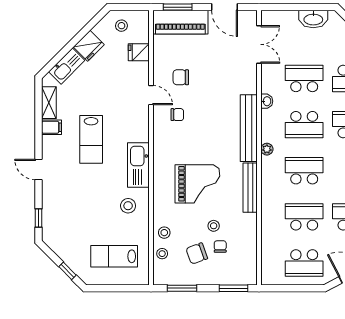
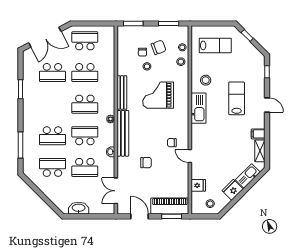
chair: (181, 77) -> (146, 163), moved
lab bench: (91, 139) -> (237, 98), moved

